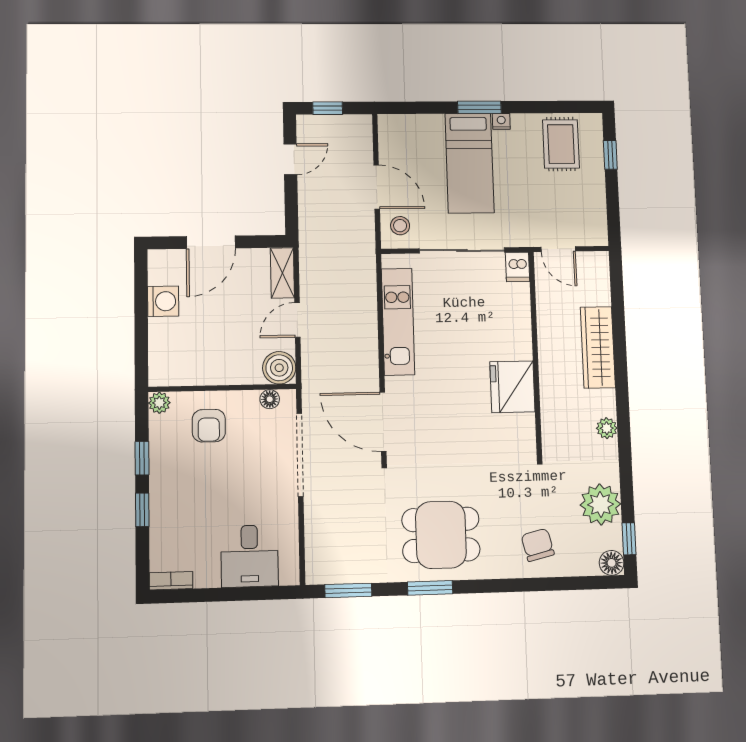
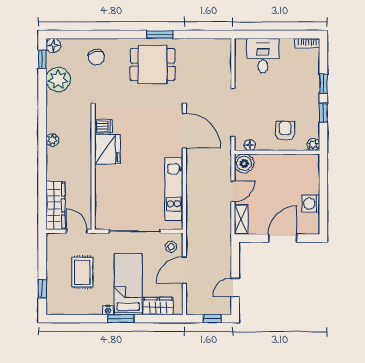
wardrobe: (419, 128) -> (158, 306), added
rug: (561, 144) -> (82, 272), moved
door: (377, 187) -> (184, 270), hinge flipped
dishwasher: (518, 267) -> (104, 126), moved, turned 90
wardrobe: (598, 347) -> (55, 206), moved
plant: (607, 428) -> (52, 140), moved
window: (348, 590) -> (207, 35), removed

